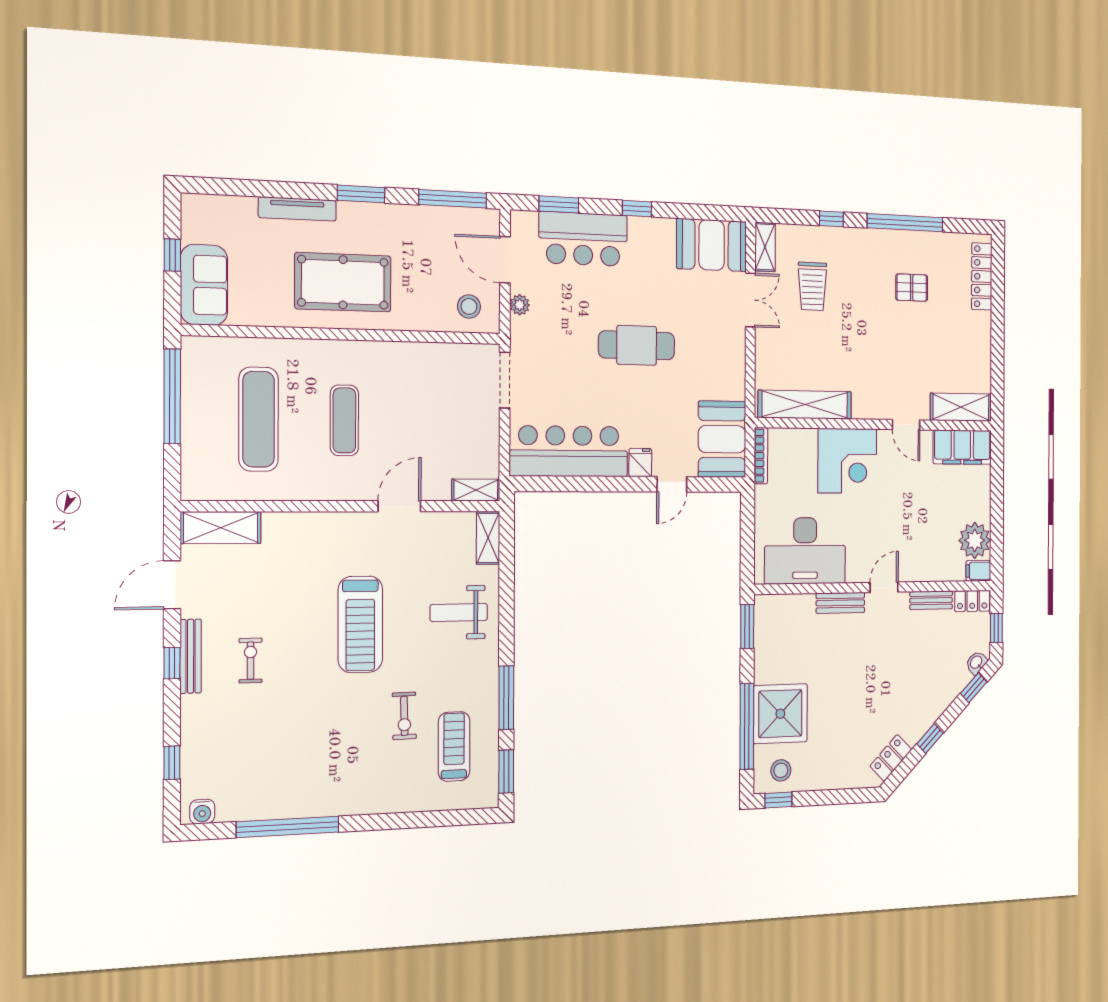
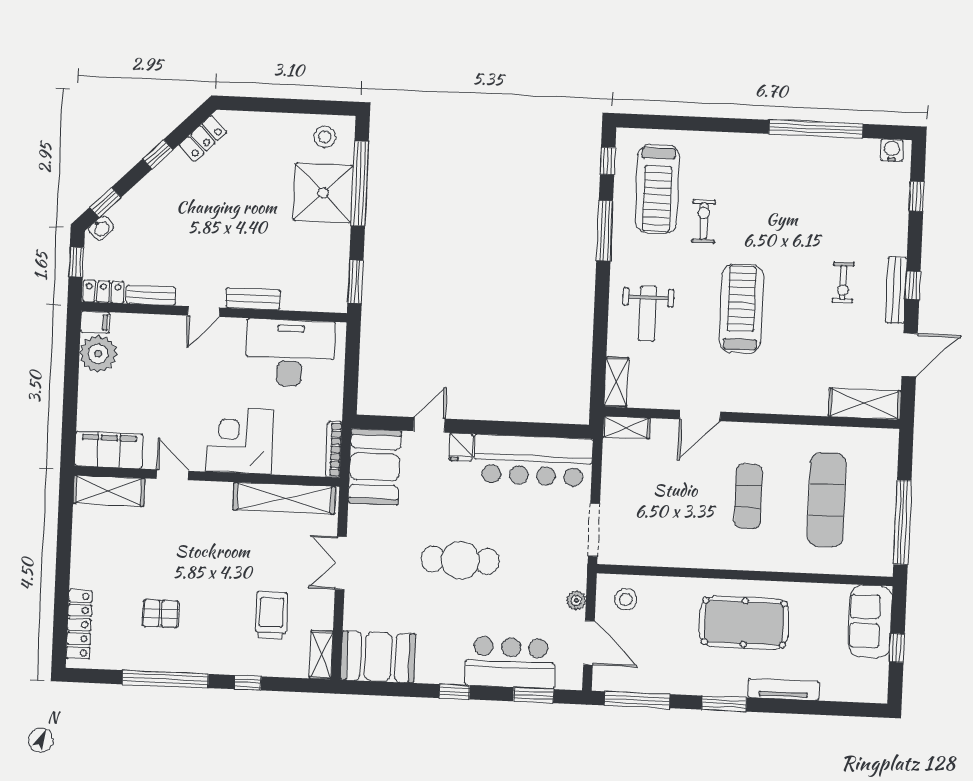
double door: (750, 300) -> (341, 563), moved
weight bench: (459, 612) -> (648, 314), turned 90
treadmill: (454, 746) -> (657, 189), width x1.37, depth x1.37
window: (506, 772) -> (608, 161), width x0.67
window: (778, 800) -> (329, 108), removed

